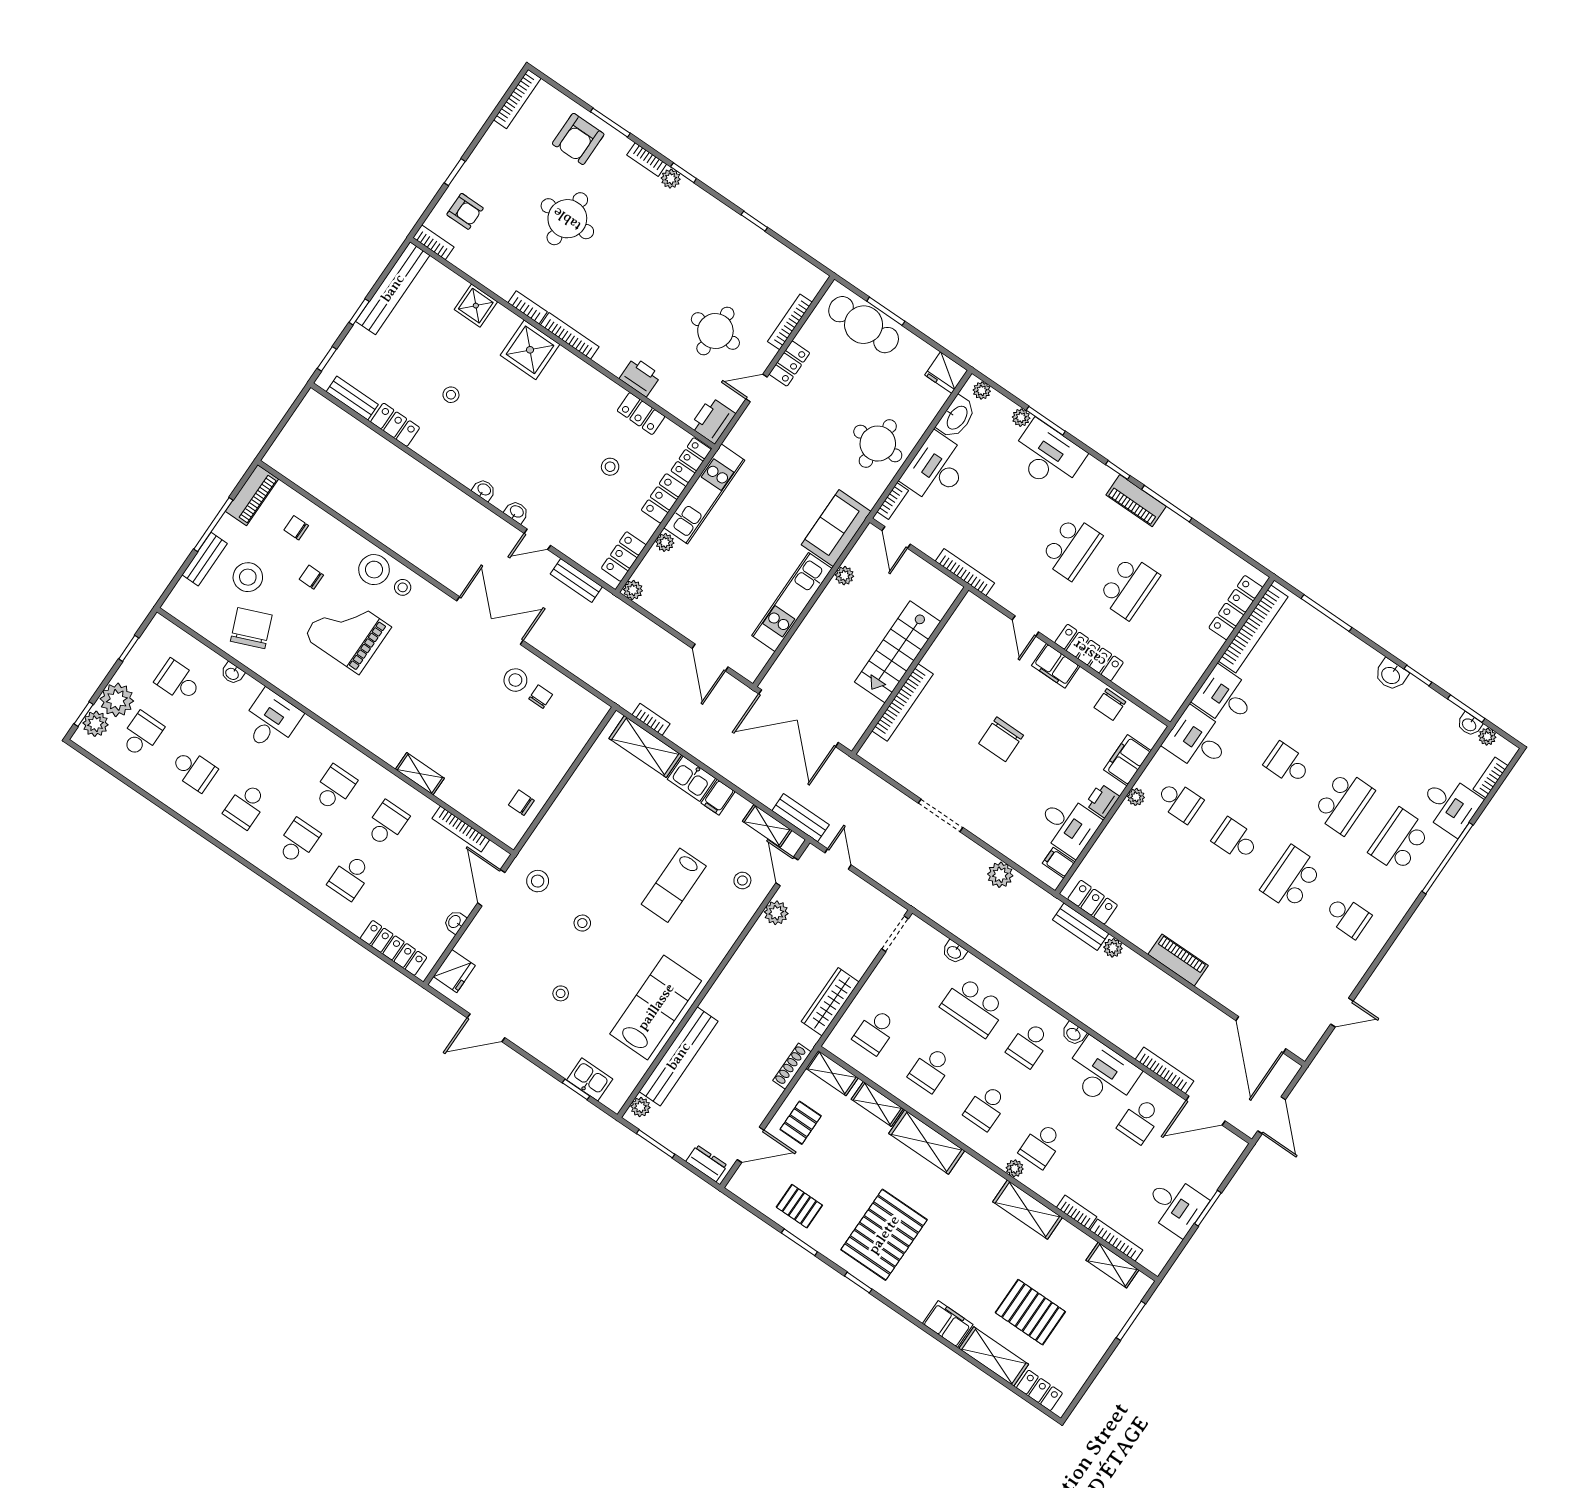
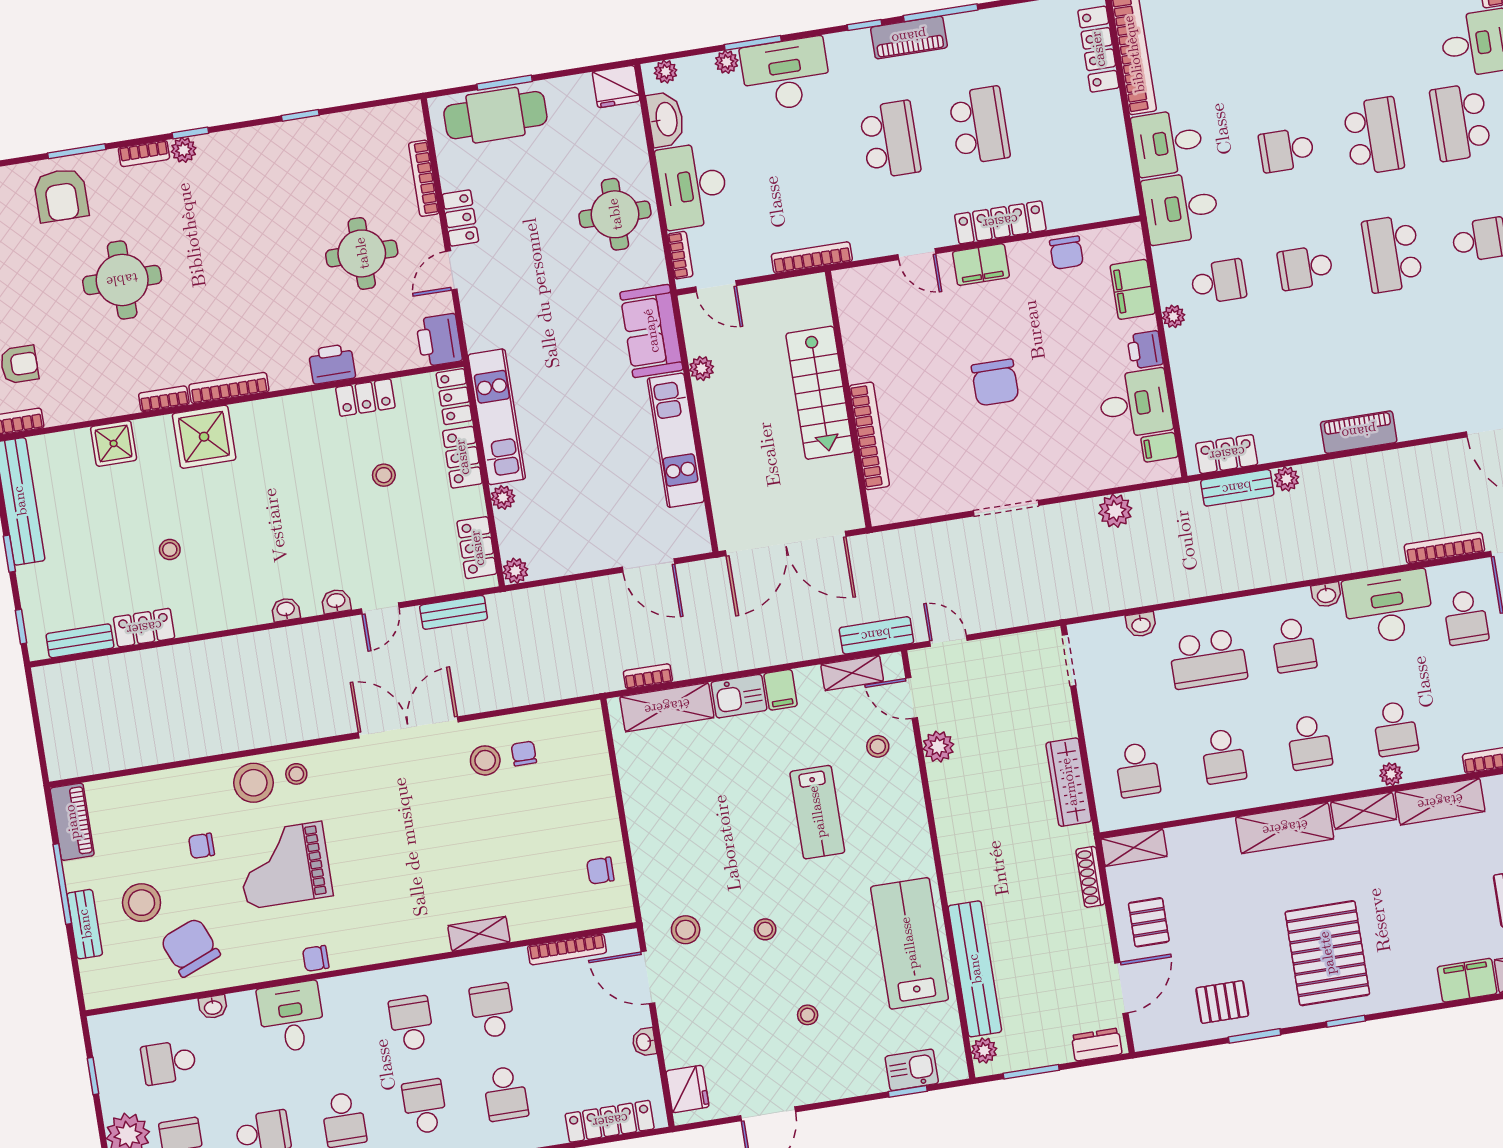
chair: (296, 528) -> (316, 958), moved
shelving: (877, 1104) -> (1364, 811), moved

